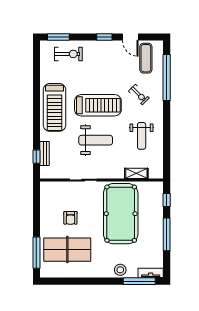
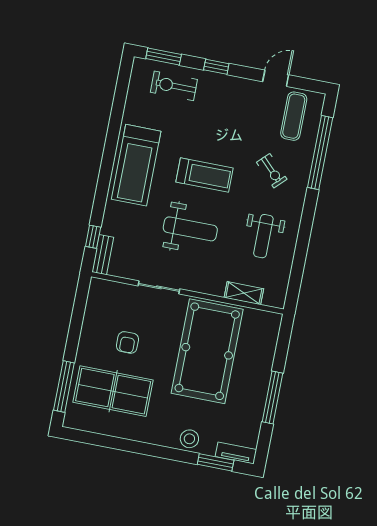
window: (104, 37) -> (216, 67), moved
door: (130, 37) -> (276, 78), swing flipped
exercise bike: (68, 54) -> (174, 86), turned 180
treadmill: (98, 105) -> (204, 175), width x0.73, depth x0.73
bench: (45, 154) -> (103, 255), moved
window: (167, 200) -> (283, 344), removed
window: (139, 281) -> (216, 462), width x0.69

